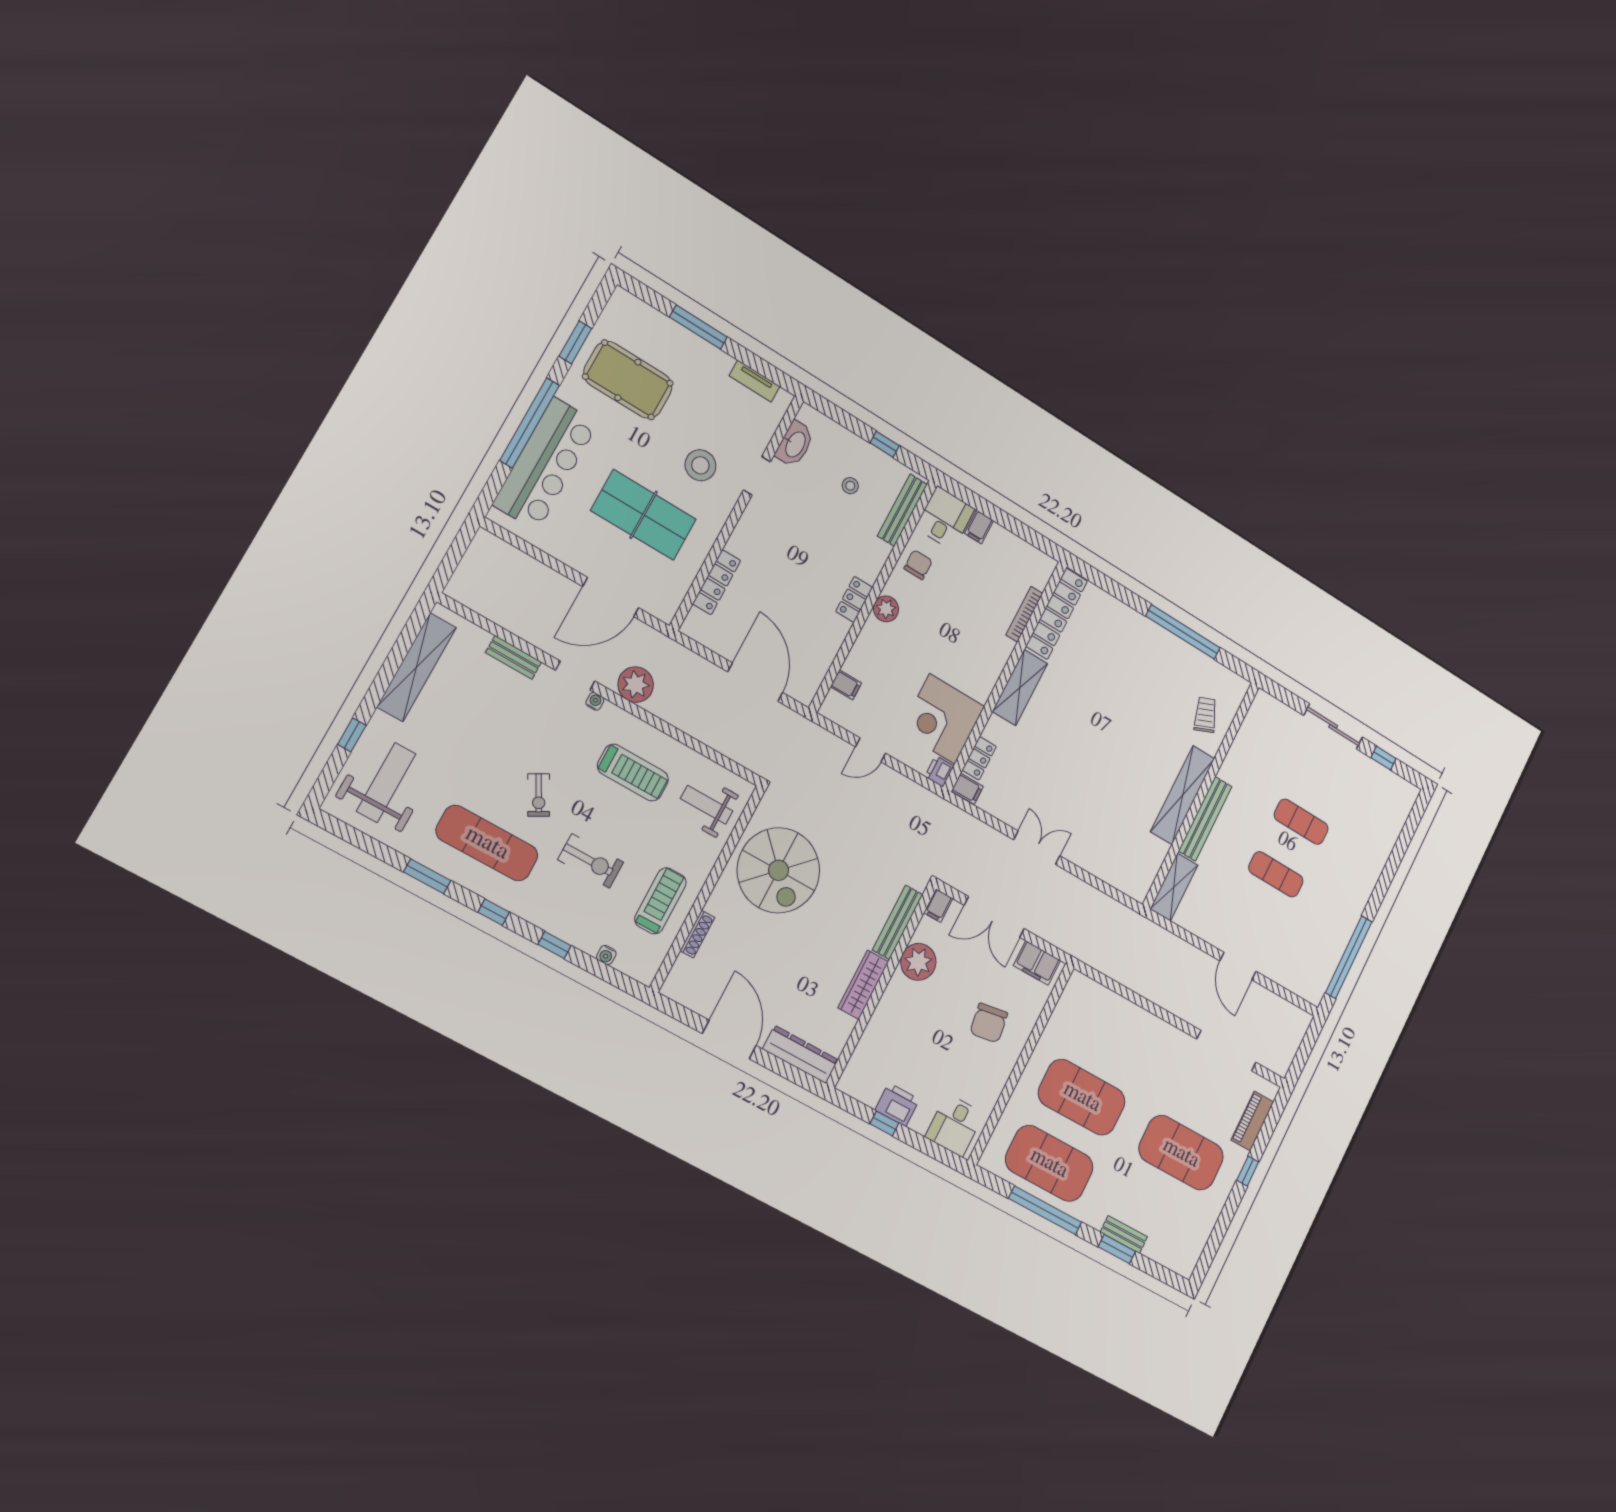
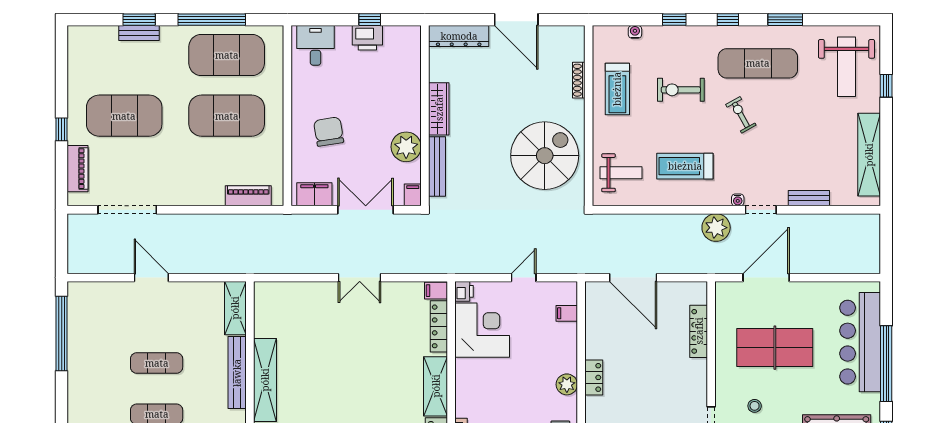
stool: (700, 465) -> (755, 406), width x0.53, depth x0.53
locker: (979, 758) -> (439, 326), width x1.53
spiral stairs: (778, 870) -> (545, 156), turned 90
piano: (1103, 999) -> (248, 196), added

